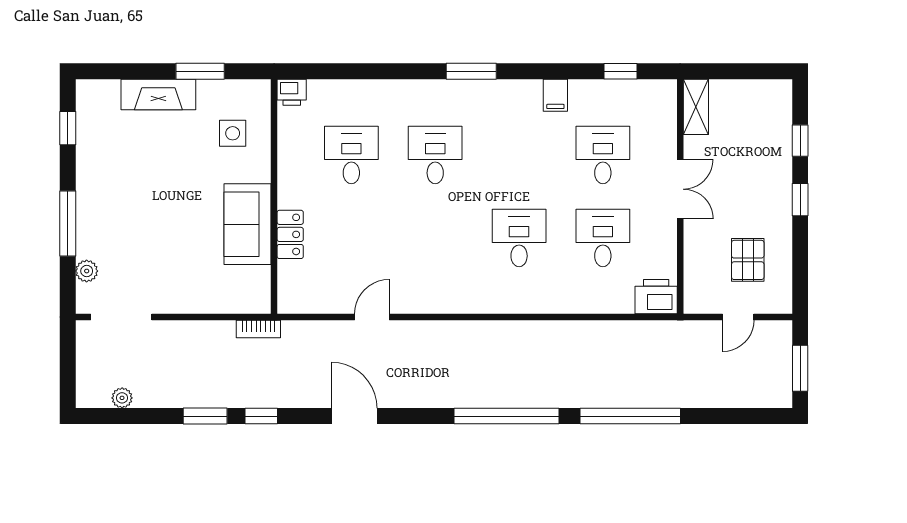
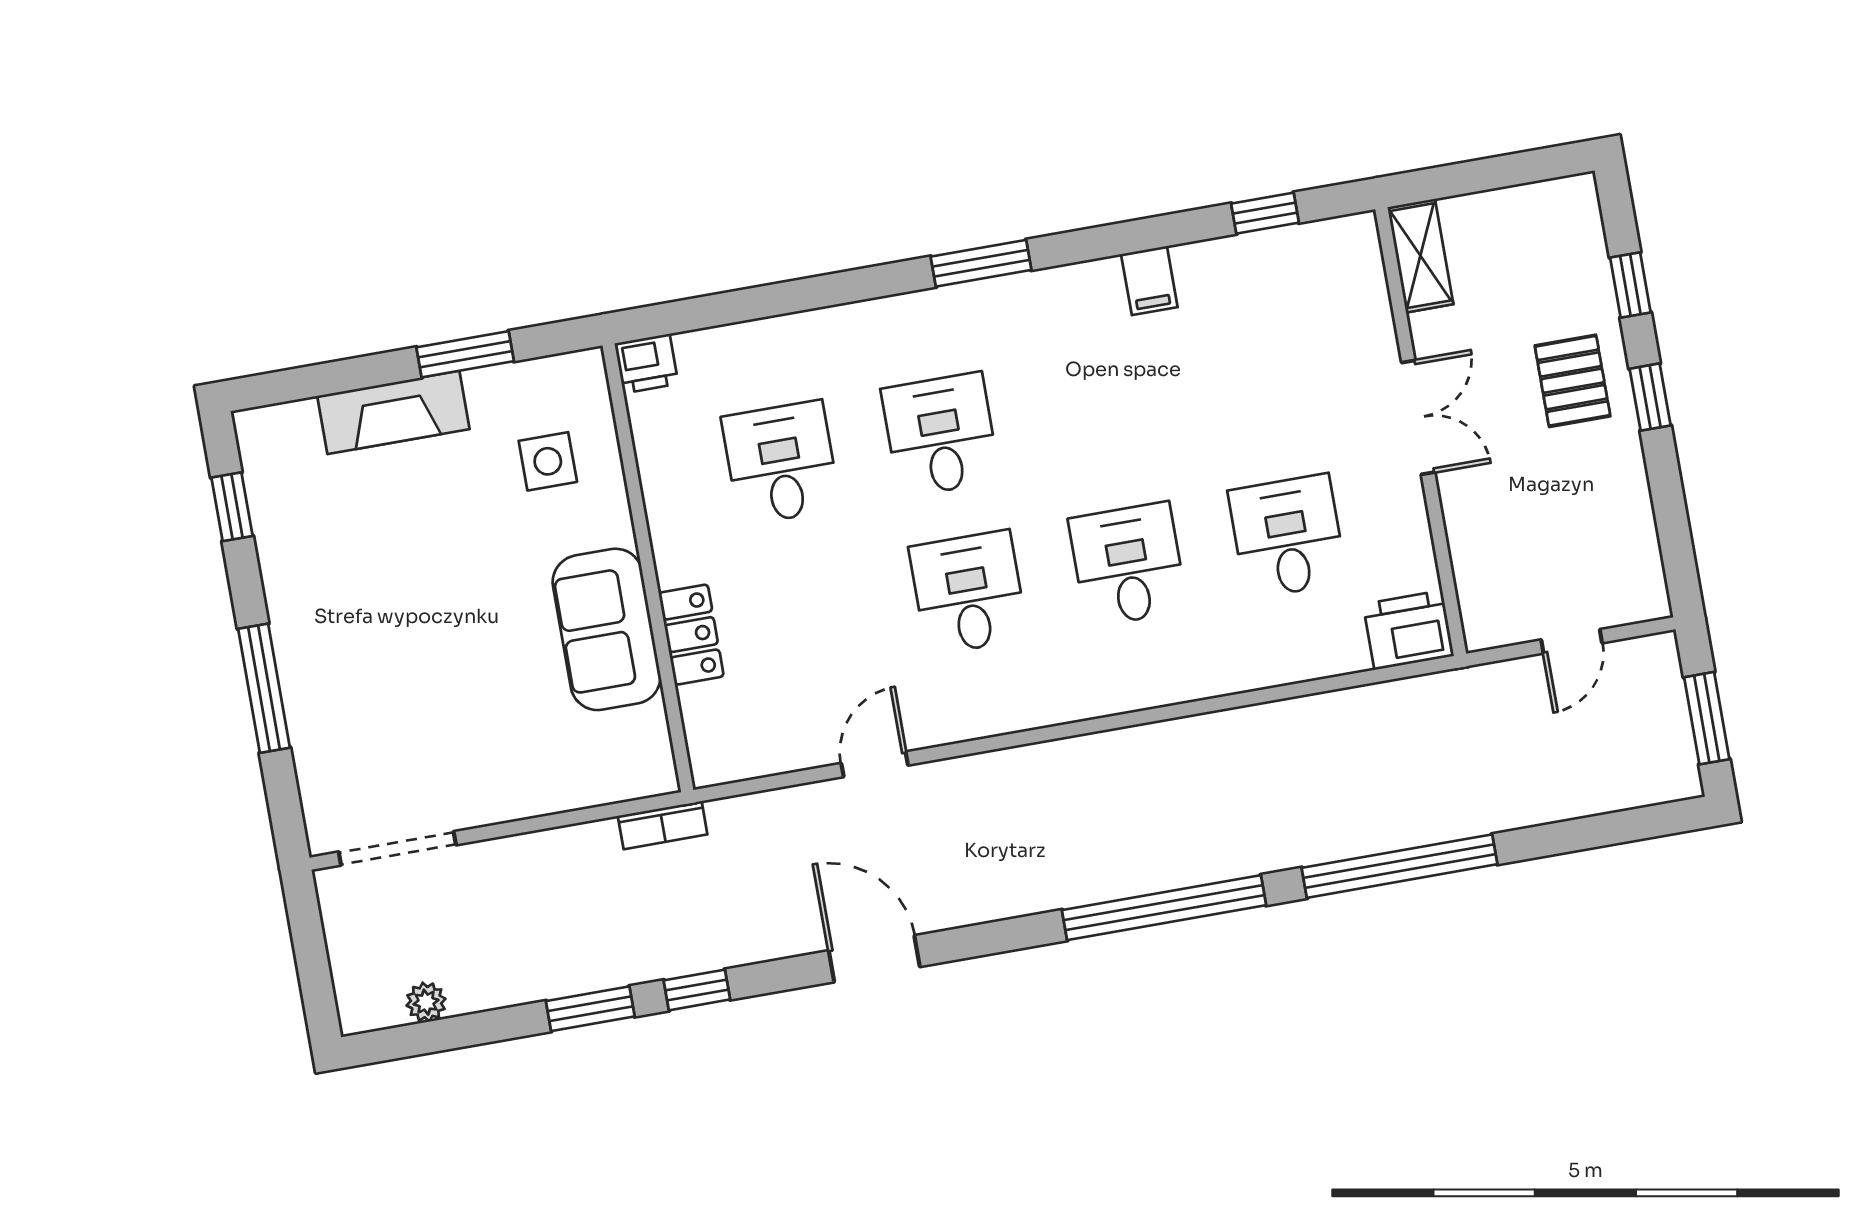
desk: (603, 155) -> (968, 593), moved
pallet: (748, 260) -> (1573, 381), moved
plant: (87, 271) -> (316, 772), removed

